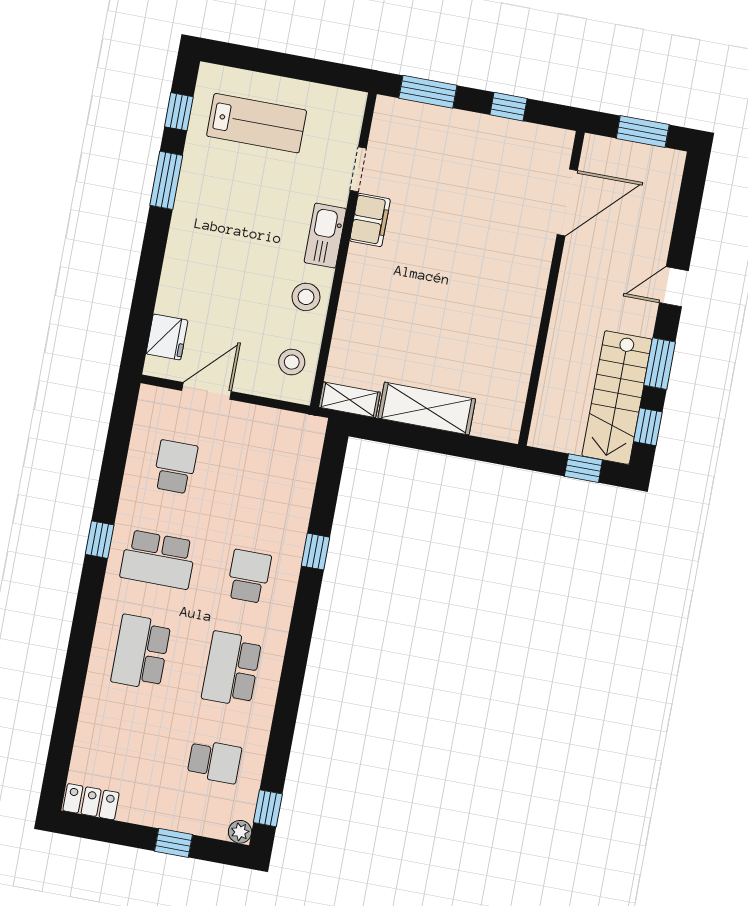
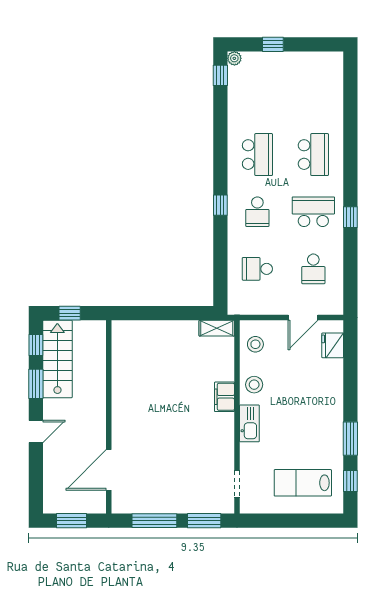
window: (508, 107) -> (154, 521), width x2.17
doorway: (358, 169) -> (237, 484), moved
filing cabinet: (370, 220) -> (224, 397), moved
shelving: (427, 409) -> (170, 331), removed
window: (315, 552) -> (220, 205), moved
school desk: (214, 762) -> (257, 269), moved
locker: (91, 802) -> (327, 60), removed

